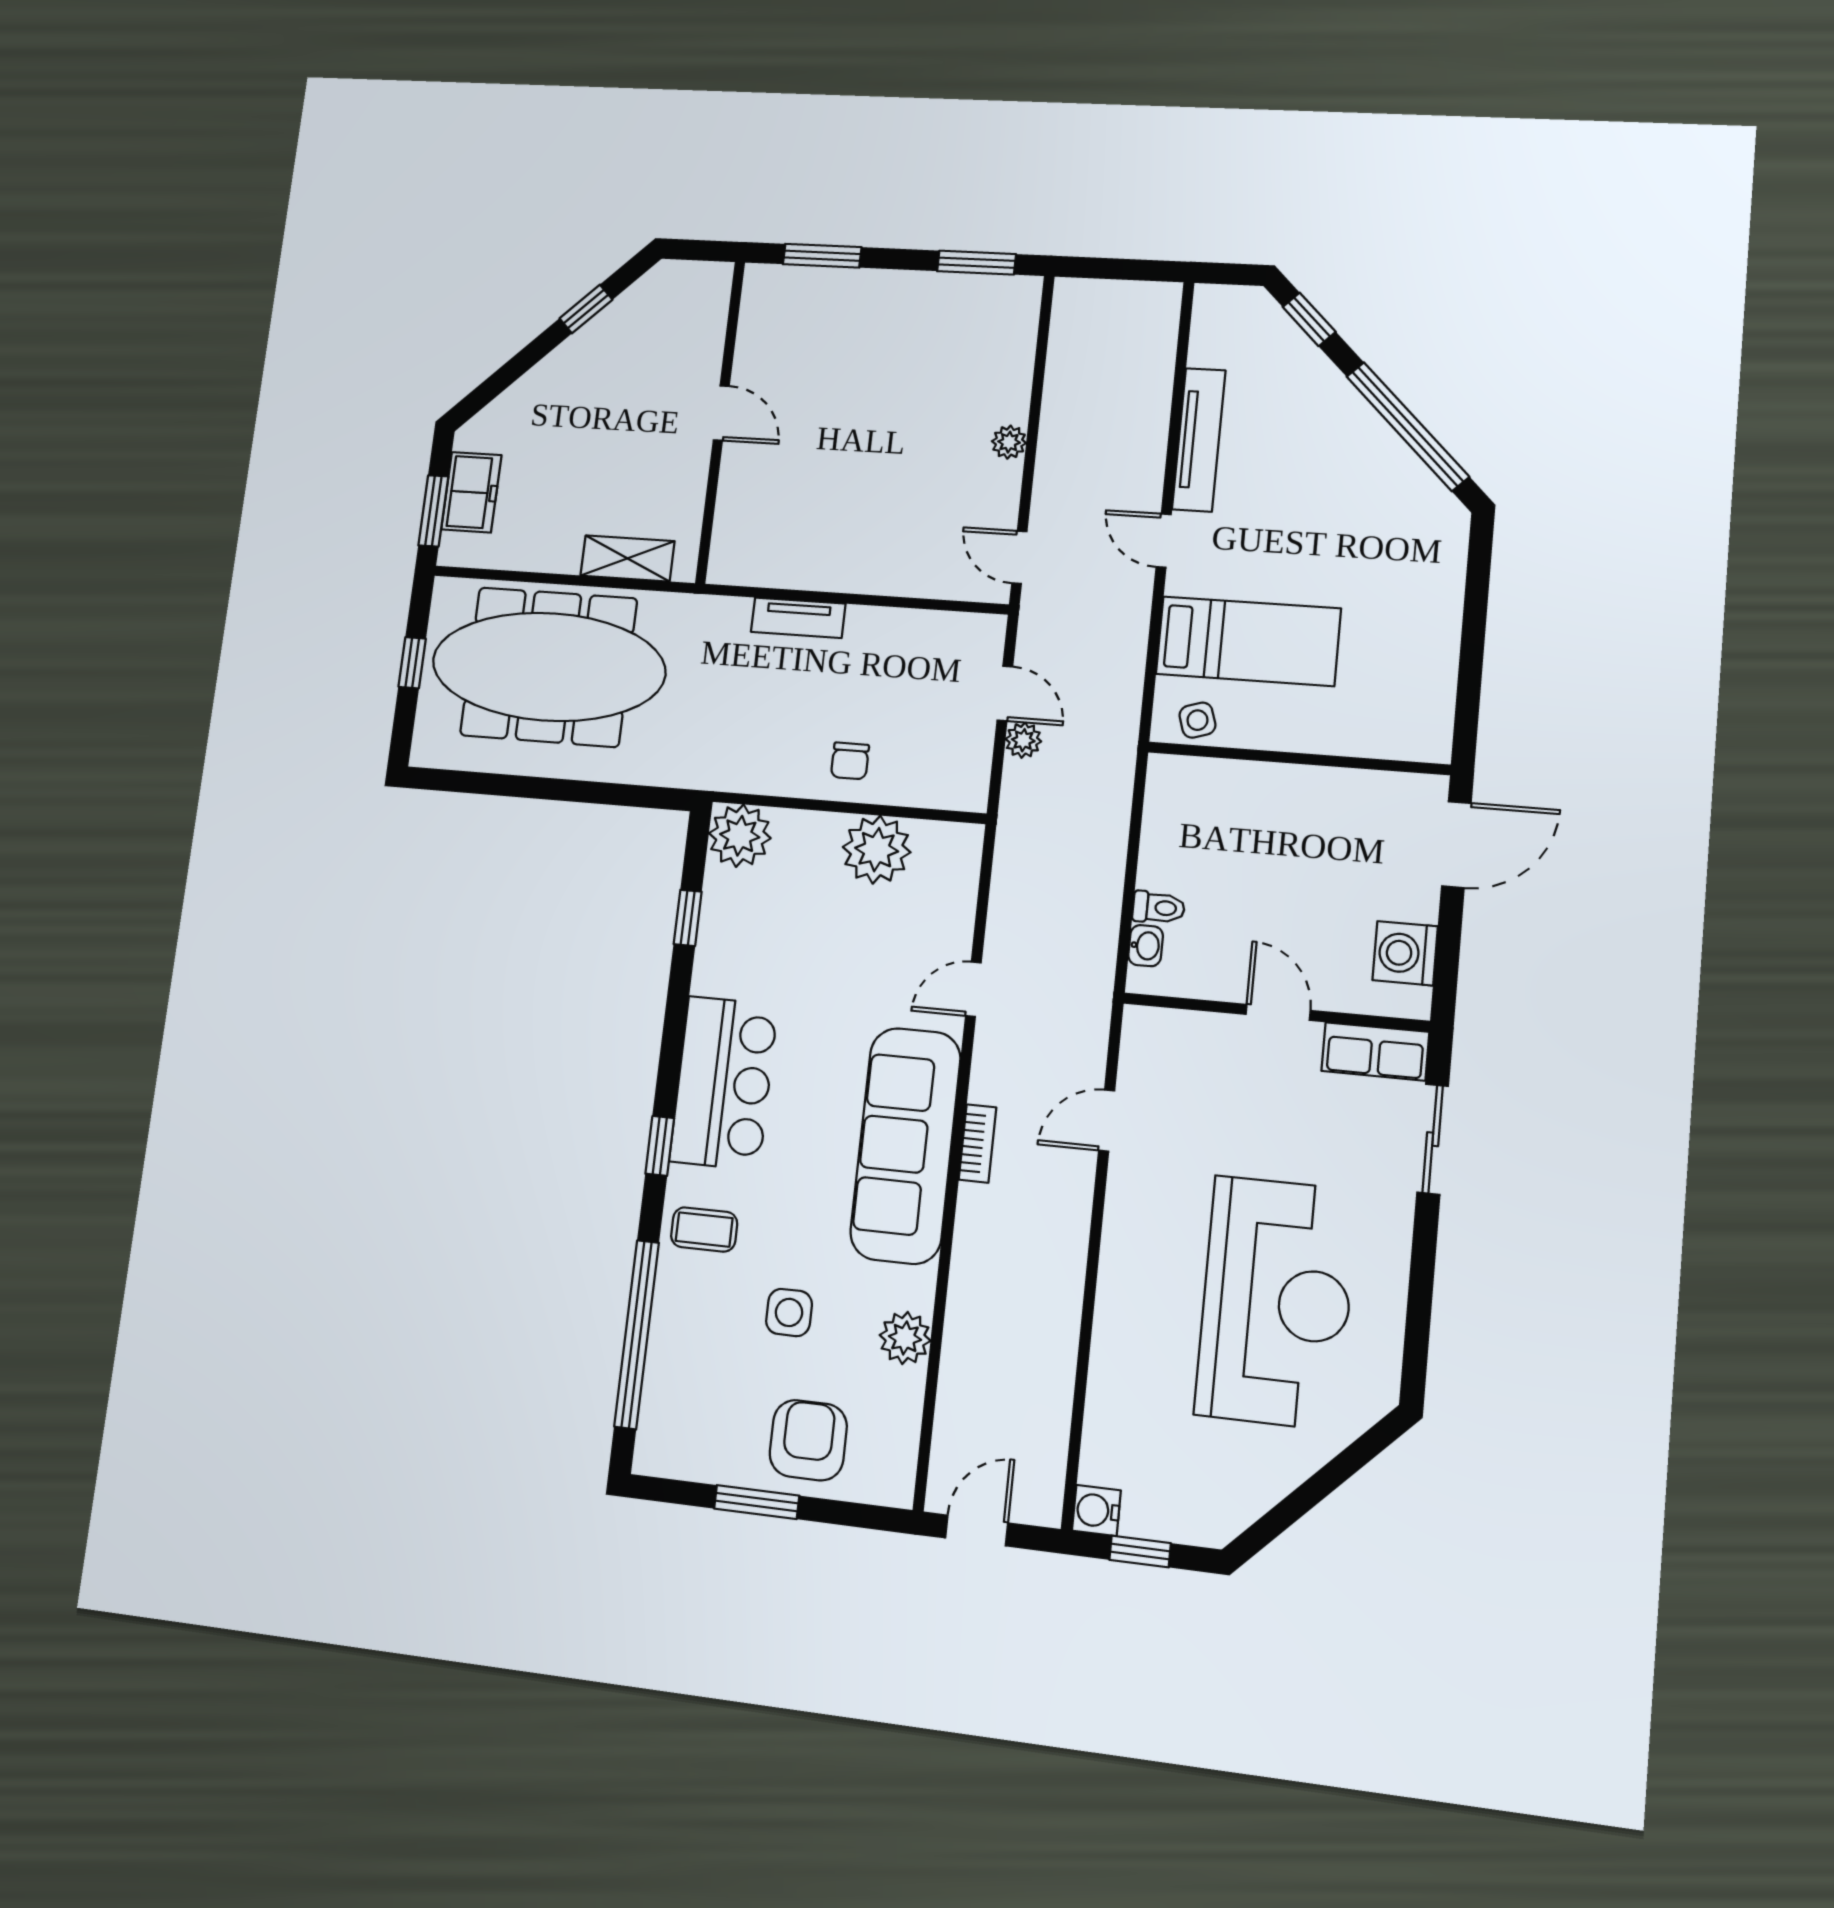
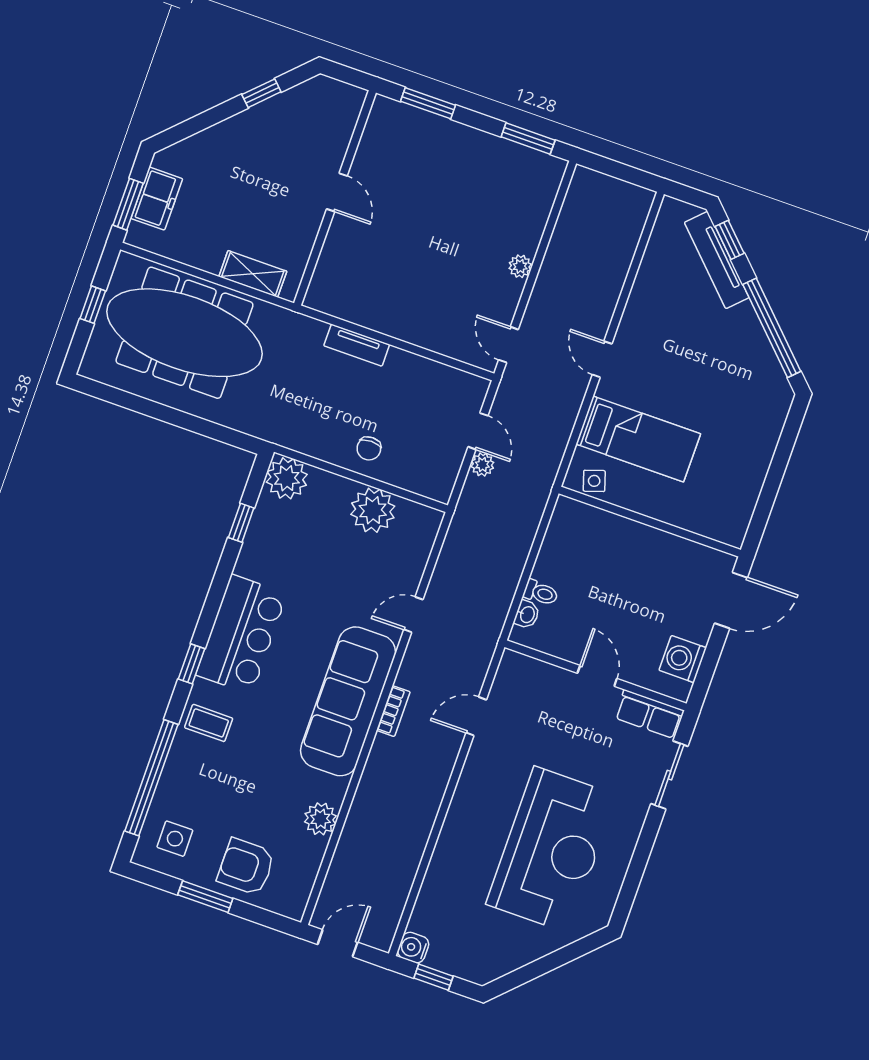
tv unit: (1199, 440) -> (717, 260), moved, turned 135
side table: (789, 1312) -> (175, 839), moved
armchair: (808, 1440) -> (246, 867), turned -90

